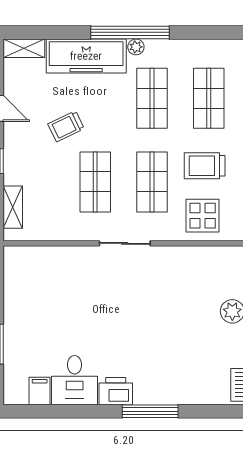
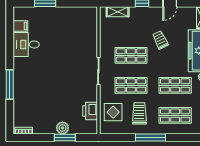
printer: (116, 391) -> (90, 111), moved, turned 180

